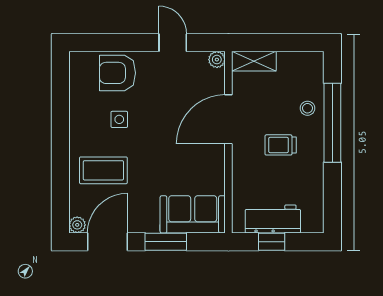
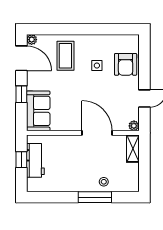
armchair: (117, 73) -> (126, 64), turned 180
window: (332, 123) -> (95, 197), width x0.68
trolley: (281, 145) -> (81, 165), removed
window: (166, 242) -> (21, 94), width x0.67

